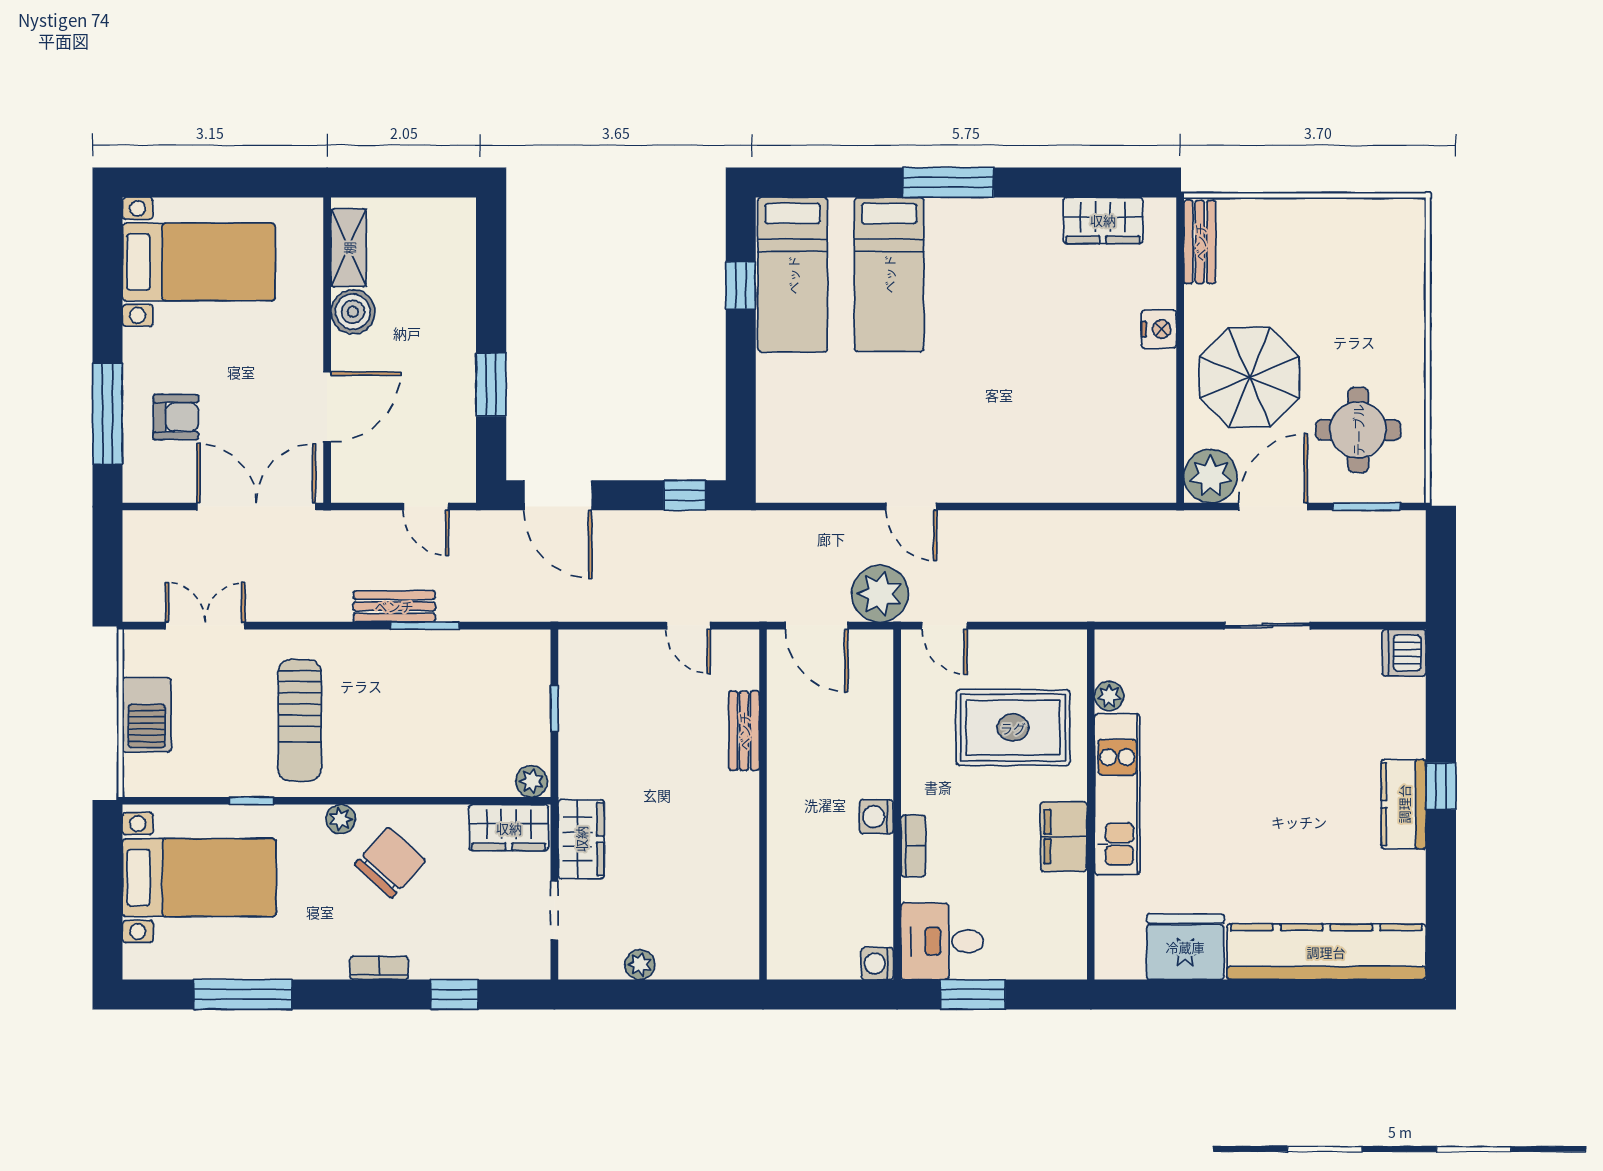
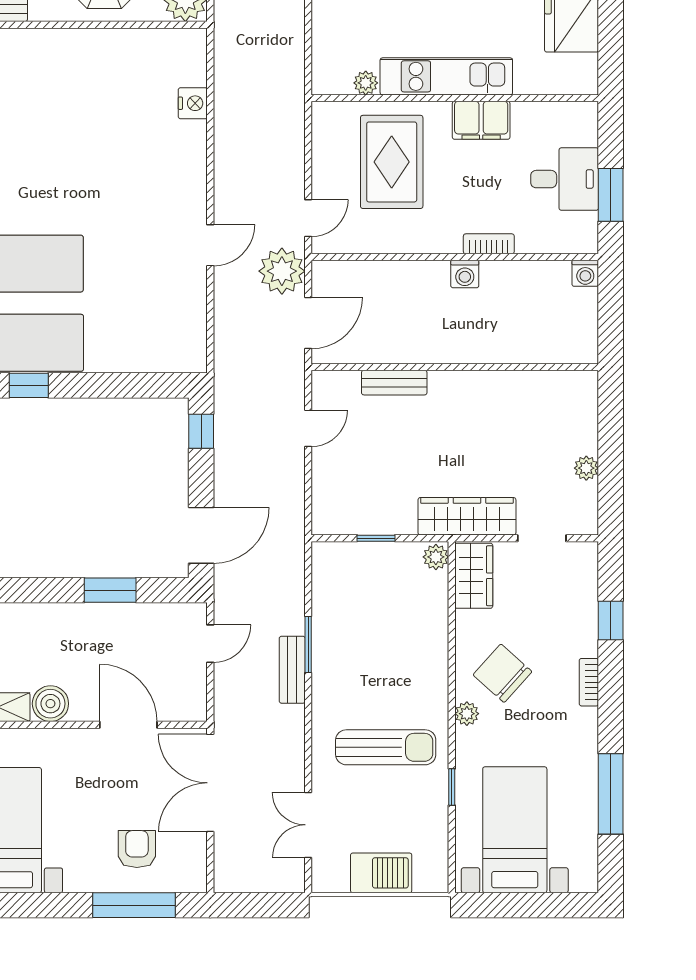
nightstand: (1159, 329) -> (193, 103), moved, turned 90
wardrobe: (581, 839) -> (467, 516), width x1.50
desk: (942, 941) -> (565, 179), moved, turned -90

